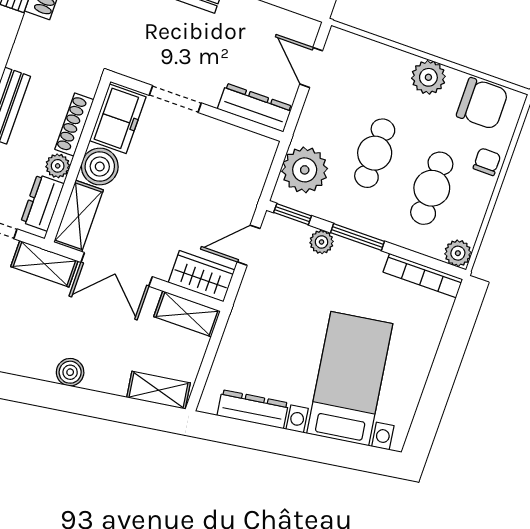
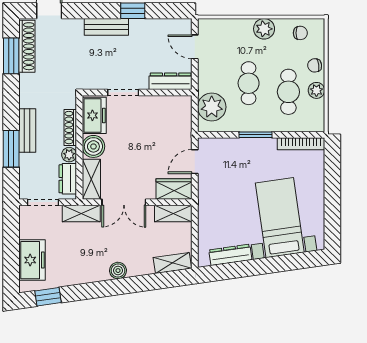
chair: (482, 104) -> (300, 33), width x0.54, depth x0.54
chair: (487, 162) -> (315, 65), turned -98
window: (293, 214) -> (214, 135), removed
plant: (322, 242) -> (236, 145), removed
plant: (458, 253) -> (316, 90), moved

